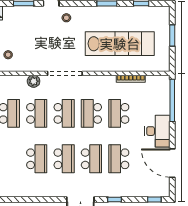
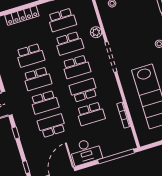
school desk: (119, 113) -> (91, 114), turned 180

